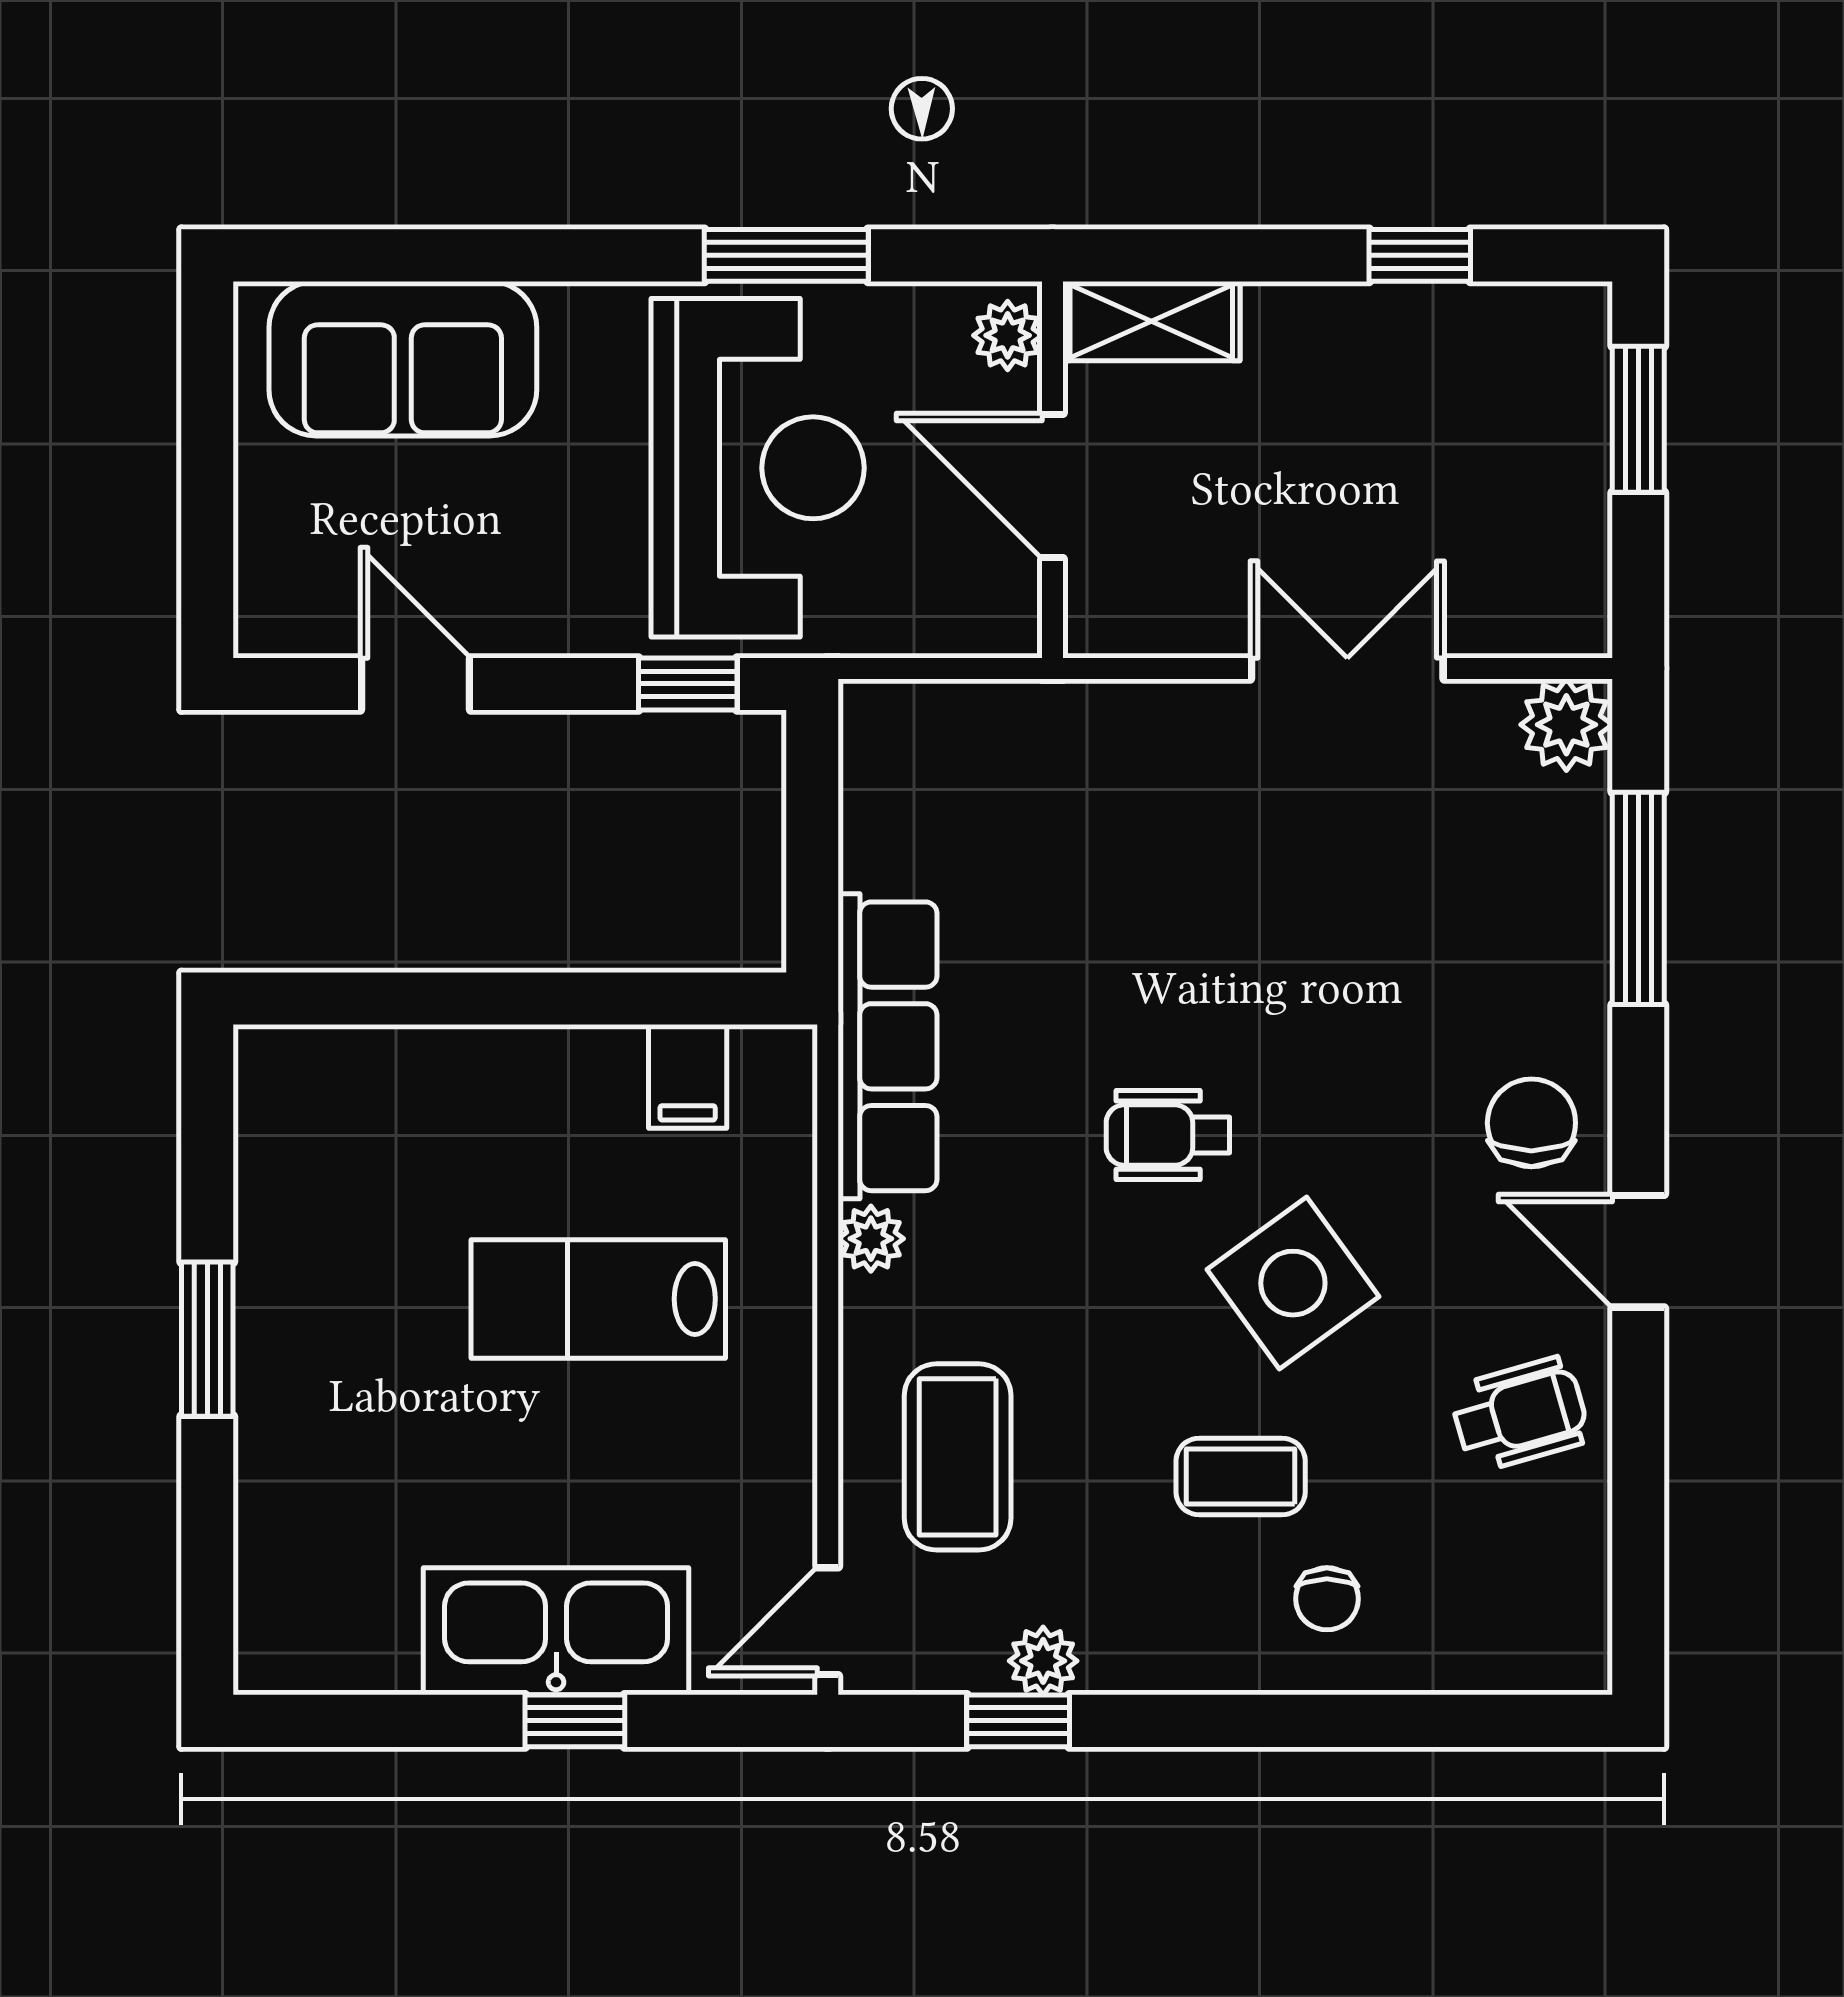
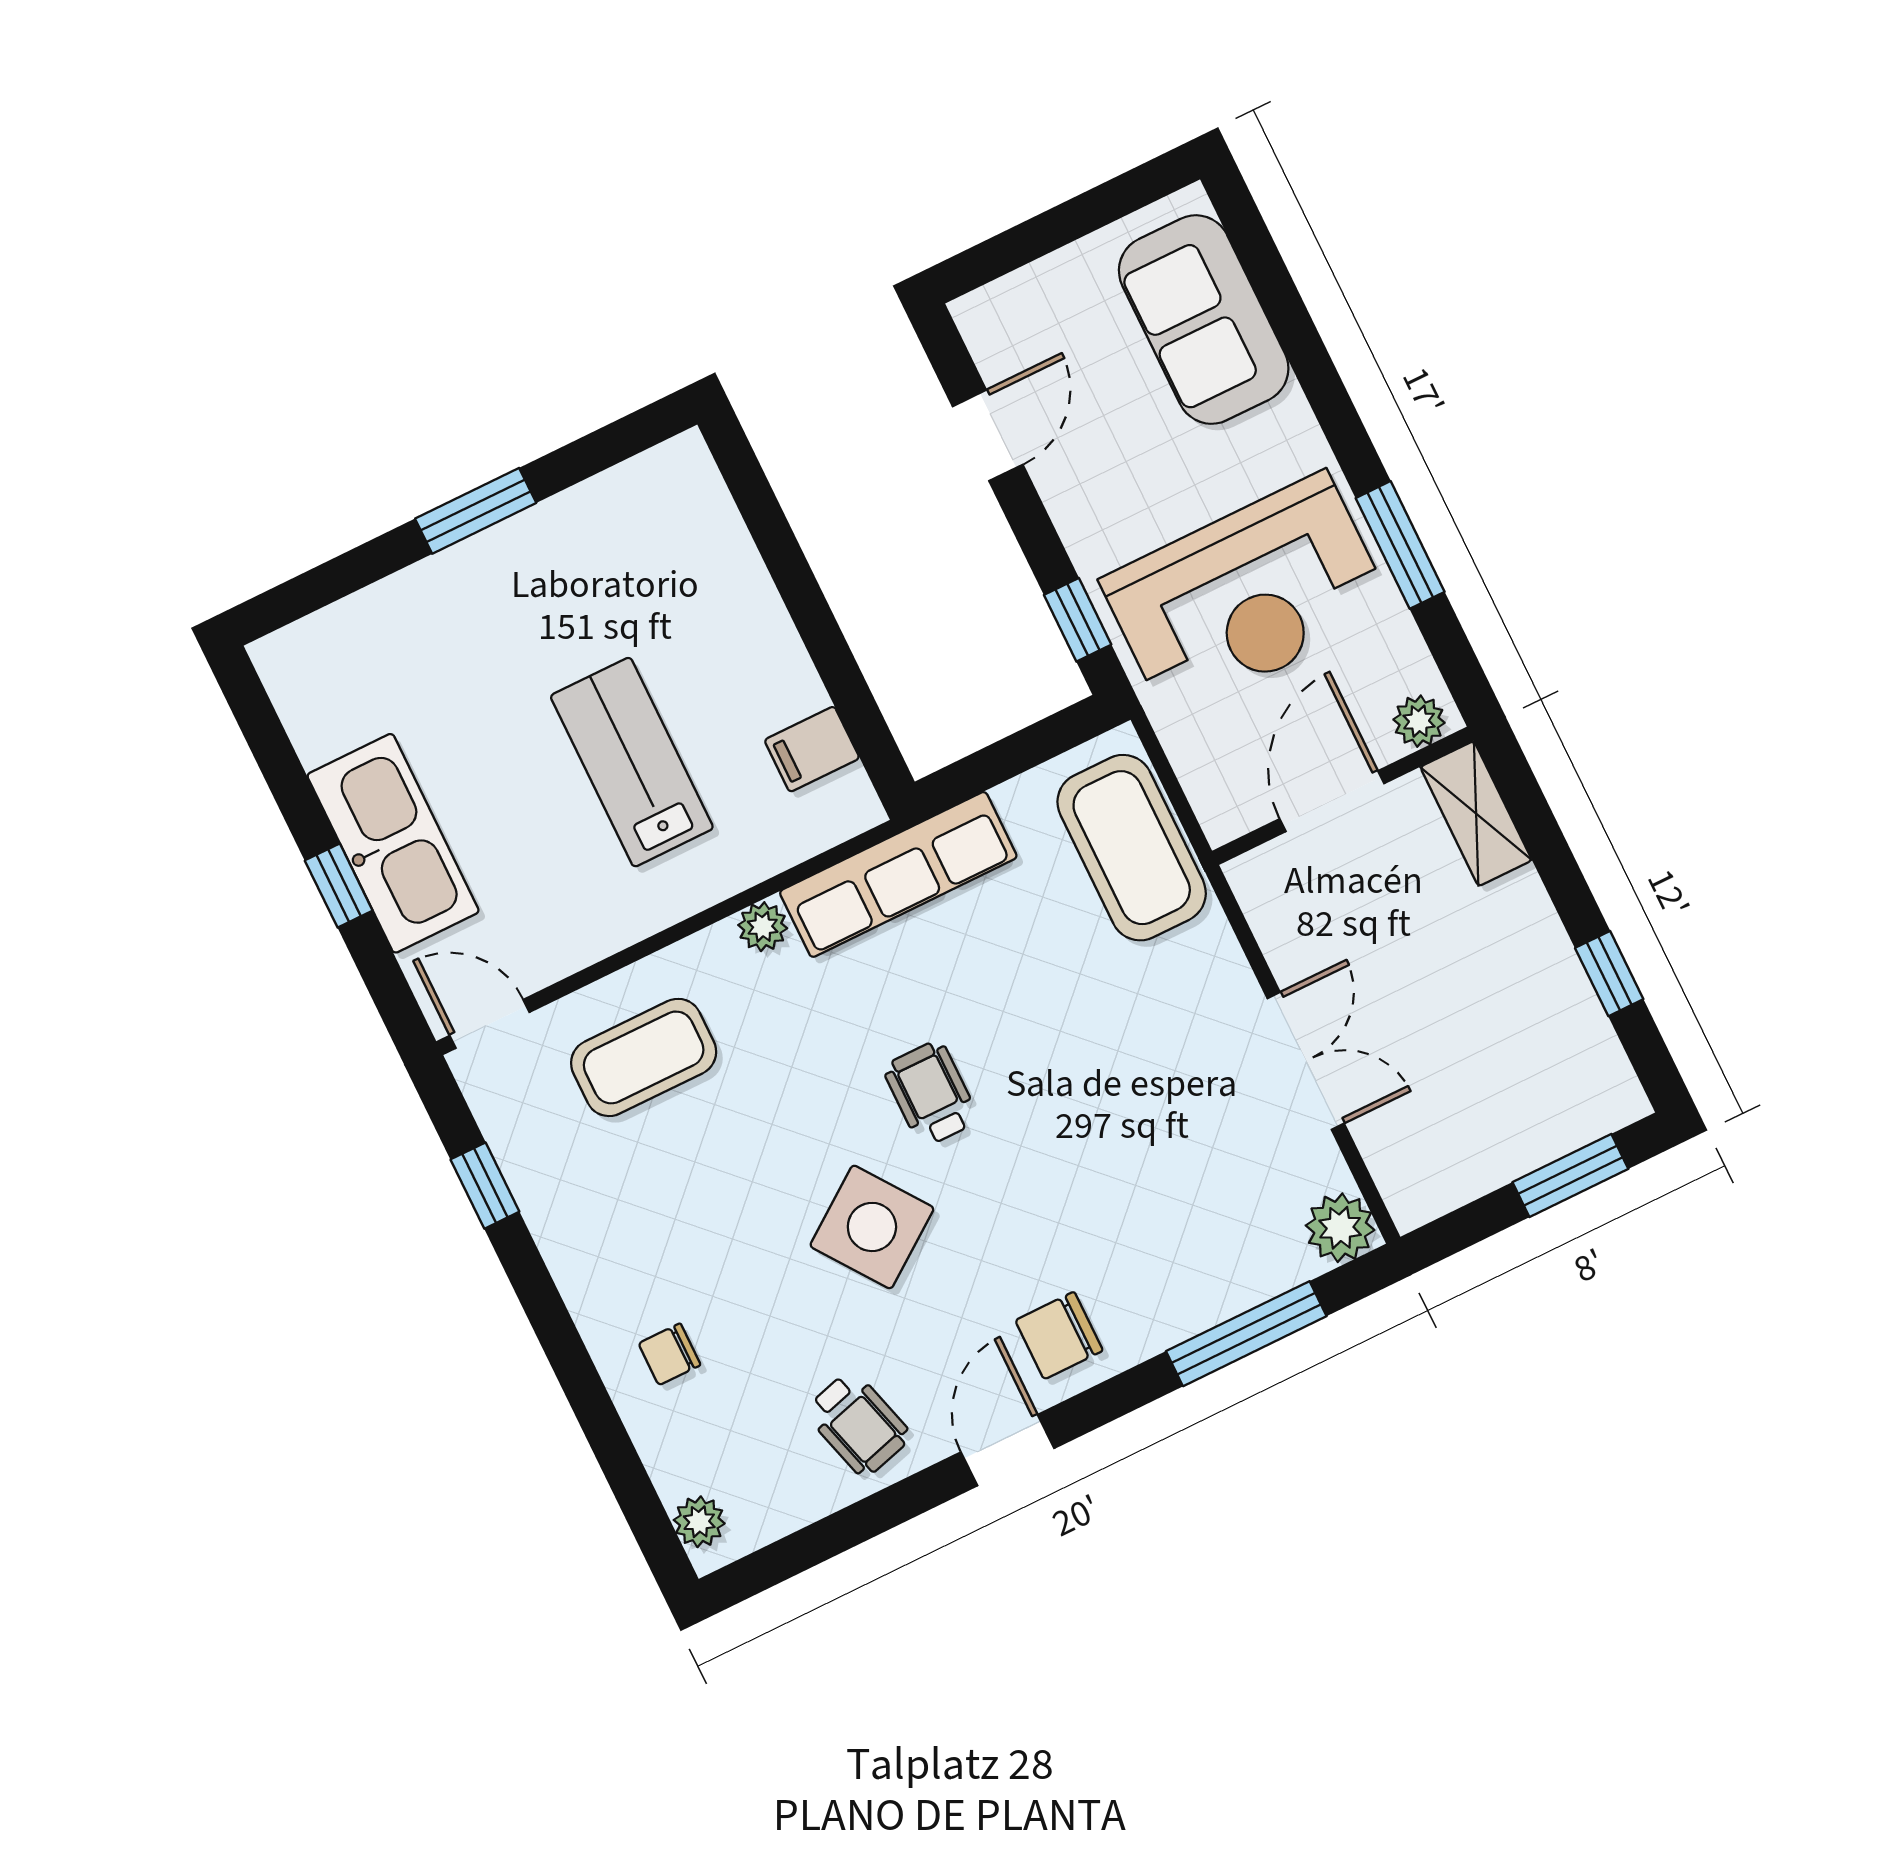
chair: (1531, 1123) -> (1059, 1335), turned 180
coffee table: (1241, 1476) -> (1132, 848), moved, width x1.86, depth x1.72
plant: (1043, 1661) -> (699, 1522), moved

